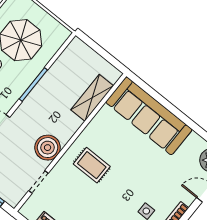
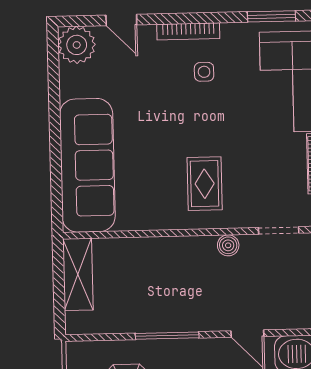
shelving: (92, 98) -> (78, 274), moved, turned 90
boiler: (48, 148) -> (228, 245), width x0.54, depth x0.54

